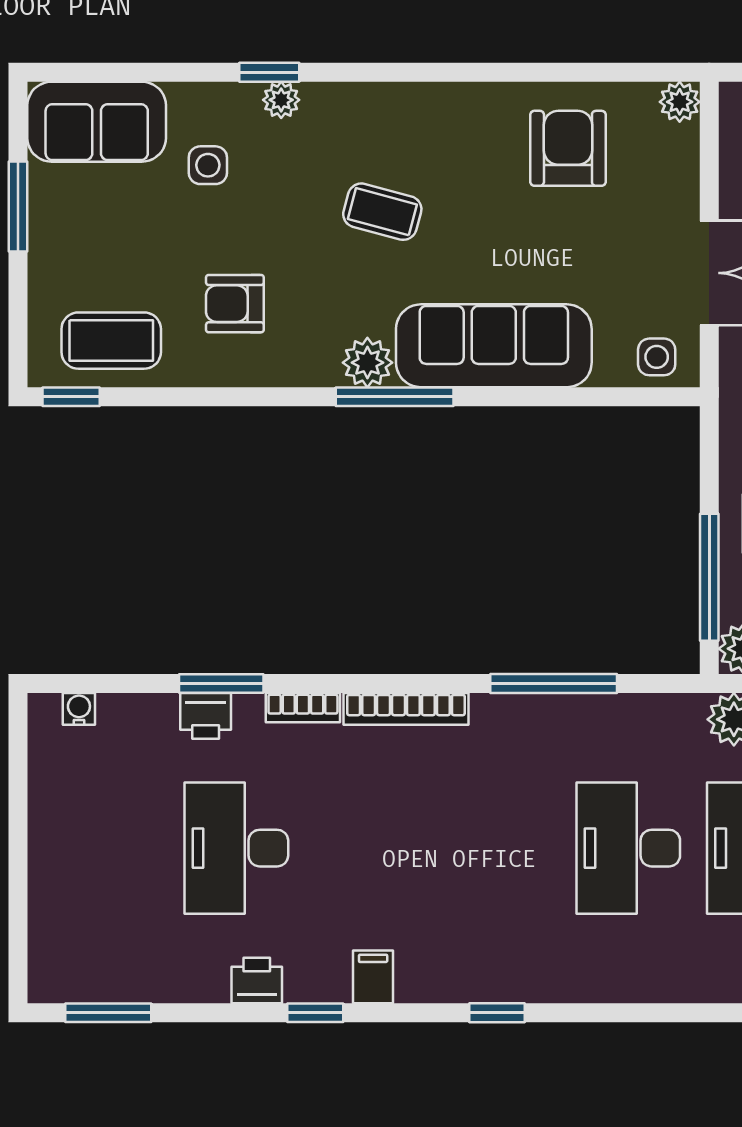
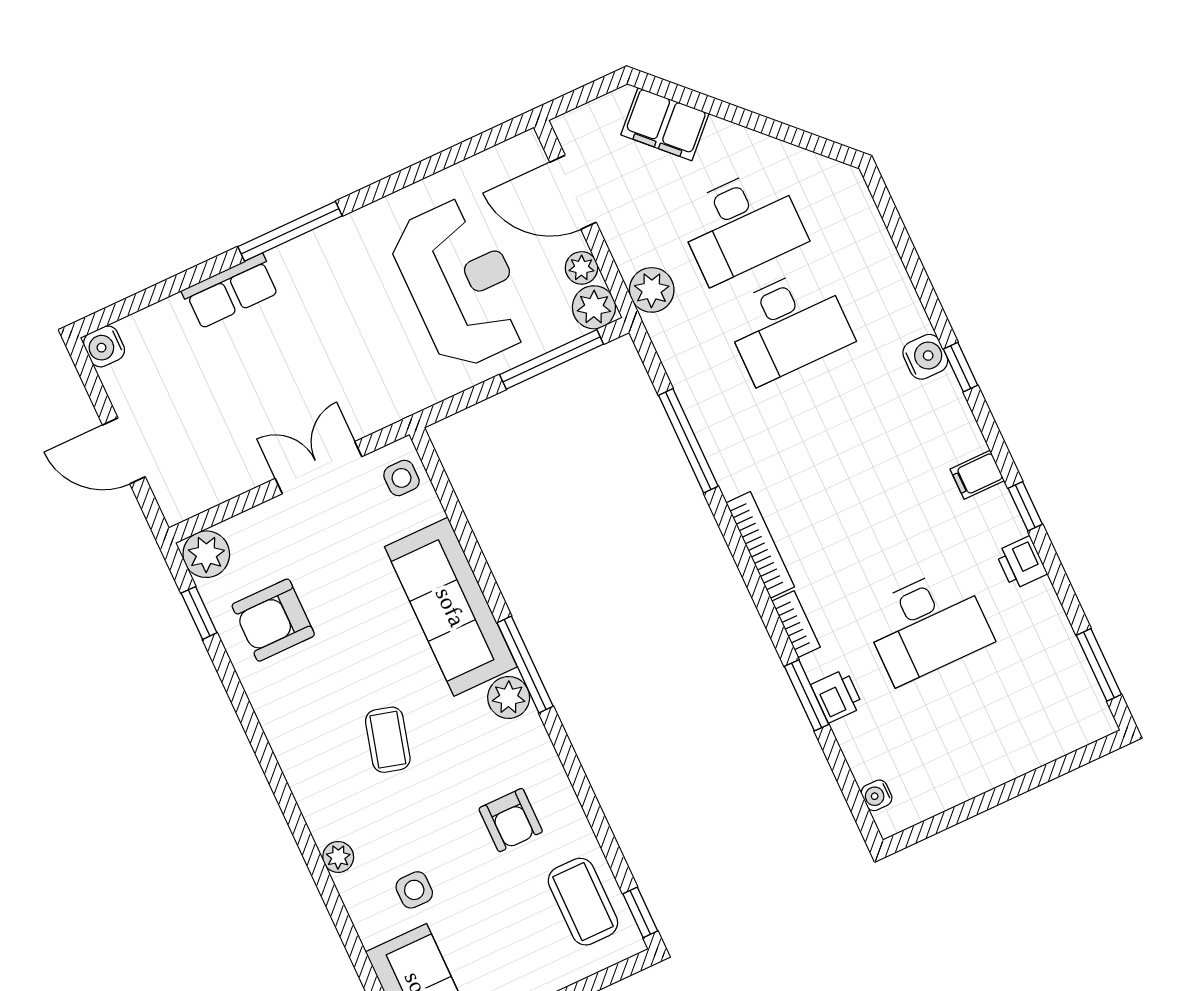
window: (269, 72) -> (199, 613), moved
plant: (680, 102) -> (206, 554), width x1.38, depth x1.38
water cooler: (526, 980) -> (925, 357), added

